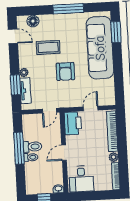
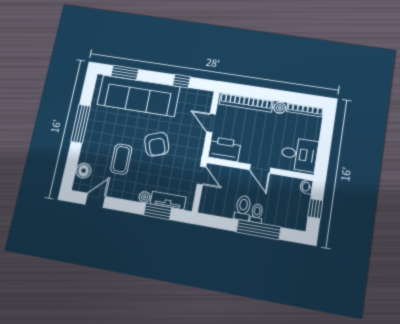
armchair: (65, 71) -> (157, 144), turned 71
window: (119, 78) -> (181, 81), added
window: (19, 148) -> (259, 229), moved

